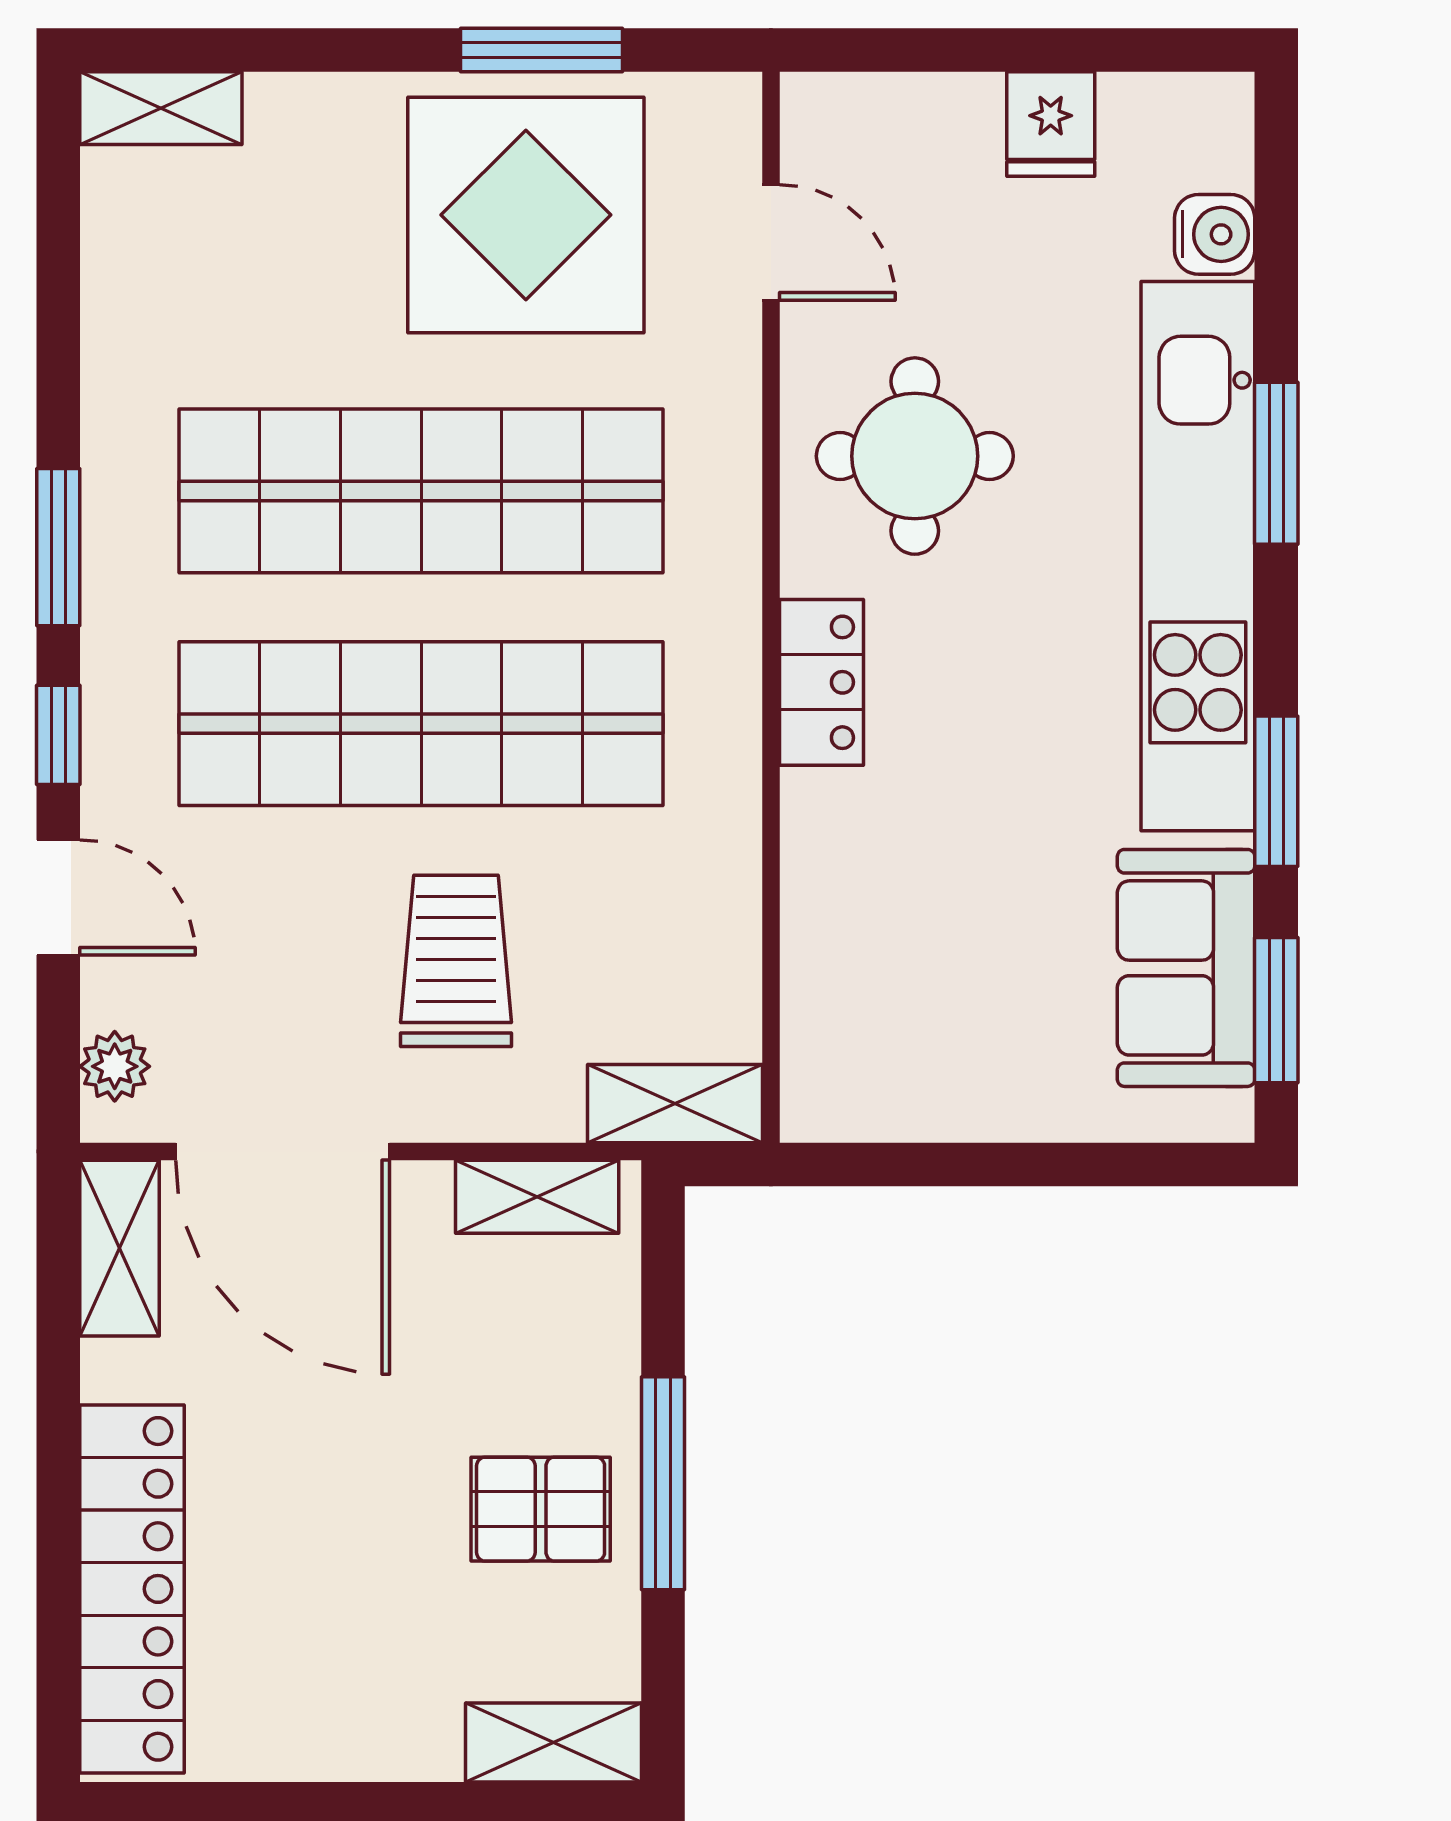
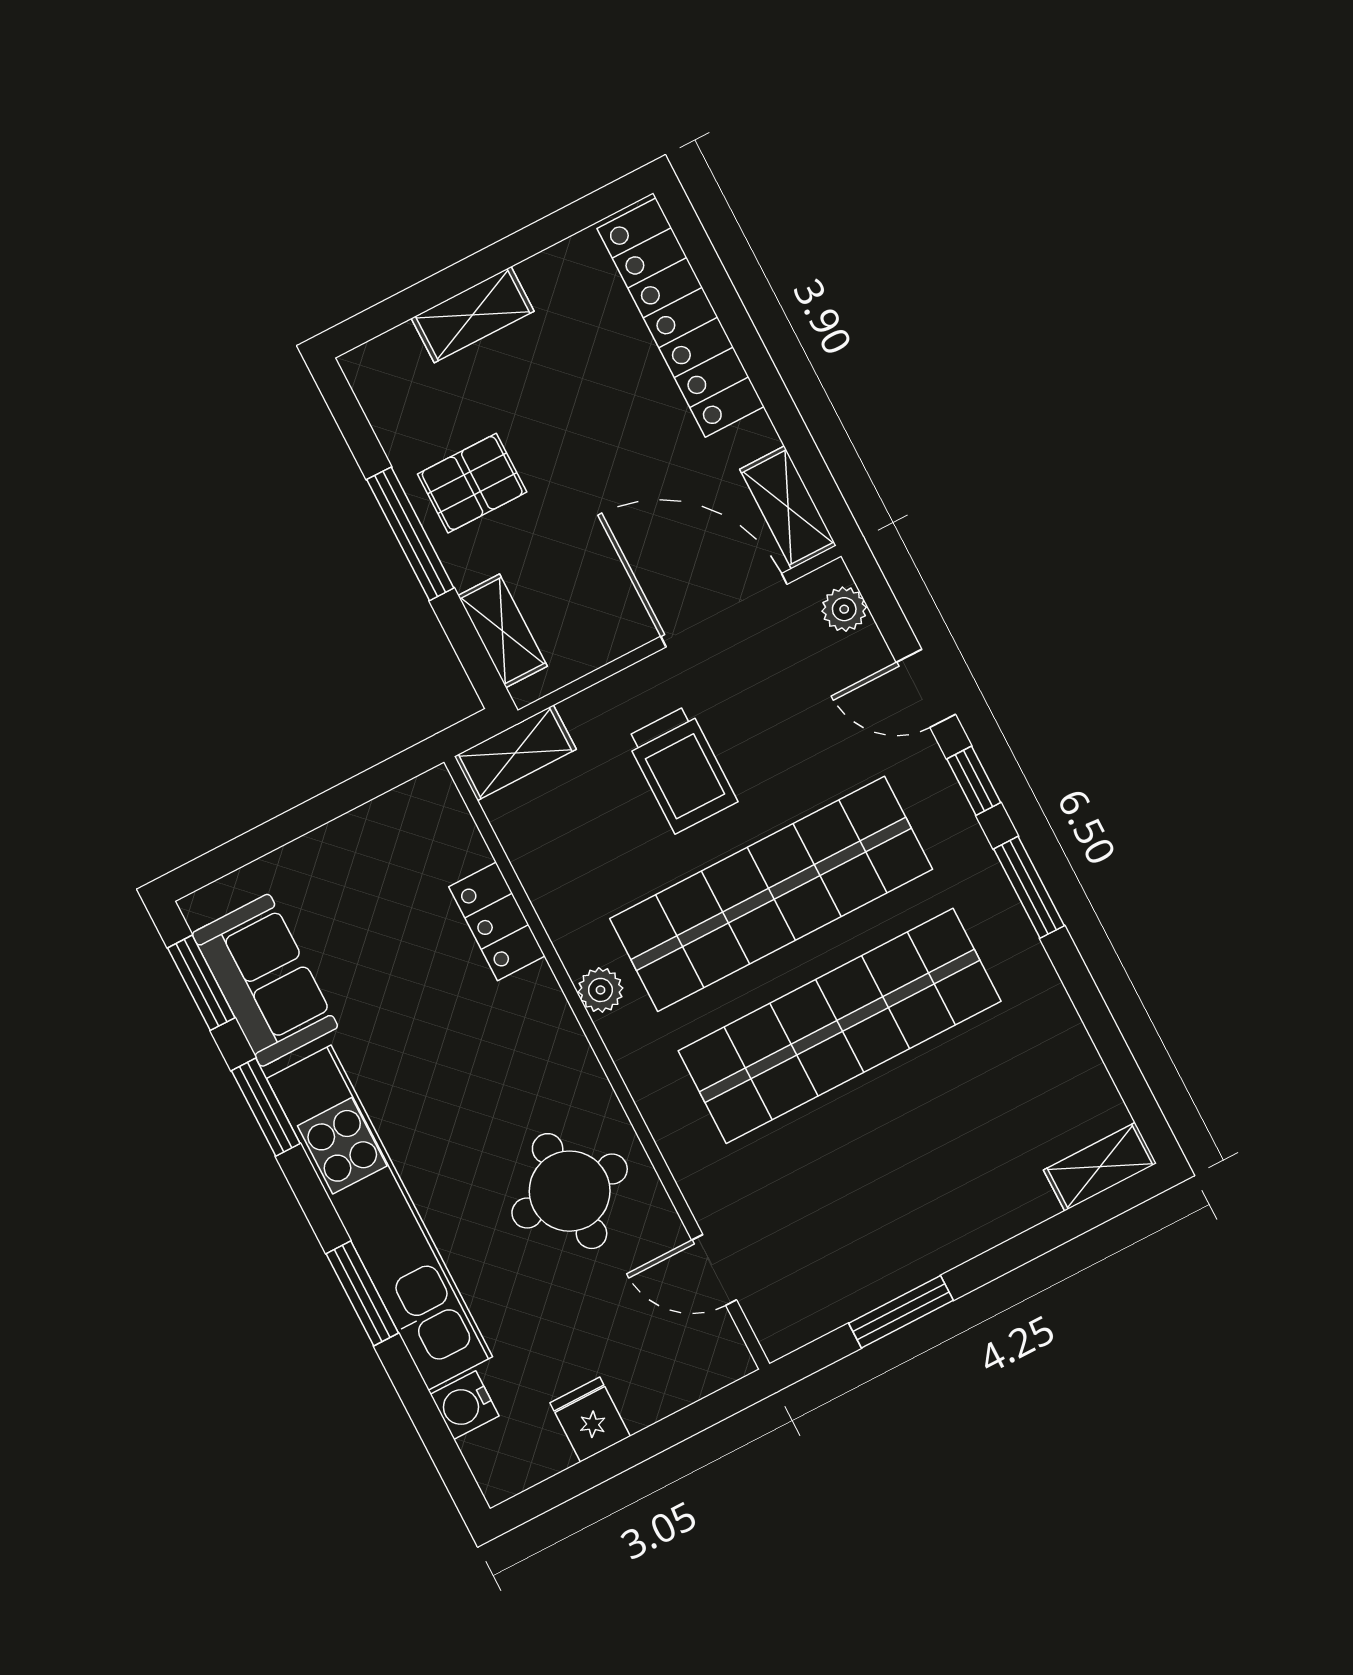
display table: (526, 215) -> (861, 1213), removed
locker: (821, 682) -> (497, 921), moved
plant: (727, 713) -> (601, 990), added
shelving: (537, 1197) -> (503, 631), moved, turned 90
shelving: (553, 1743) -> (473, 315), moved

